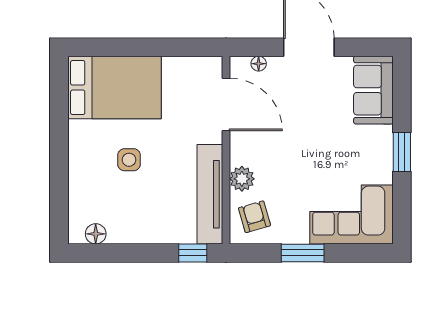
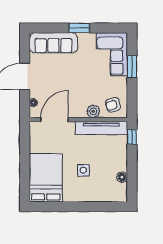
sofa: (373, 90) -> (53, 43), width x1.36
floor lamp: (96, 234) -> (122, 177), moved
window: (303, 253) -> (132, 67), moved

